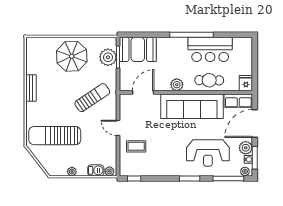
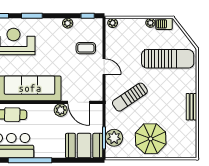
plant: (177, 85) -> (61, 110), moved
door: (143, 92) -> (79, 102), hinge flipped
barbecue: (96, 170) -> (164, 24), moved
plant: (154, 171) -> (68, 23), added

